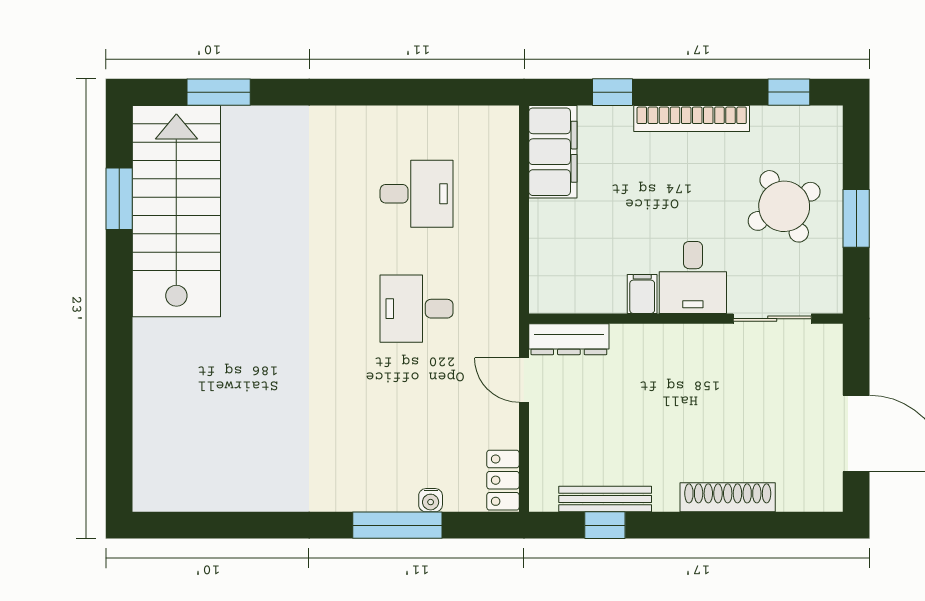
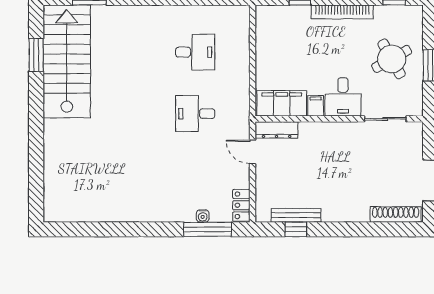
filing cabinet: (553, 152) -> (282, 103), moved, turned -90
shoe rack: (728, 497) -> (396, 214), moved
window: (397, 525) -> (207, 229), moved

